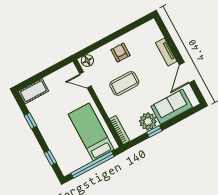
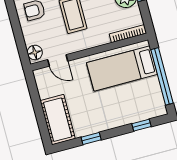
door: (85, 80) -> (58, 60), hinge flipped
cot: (33, 91) -> (58, 120), width x1.37, depth x1.34

